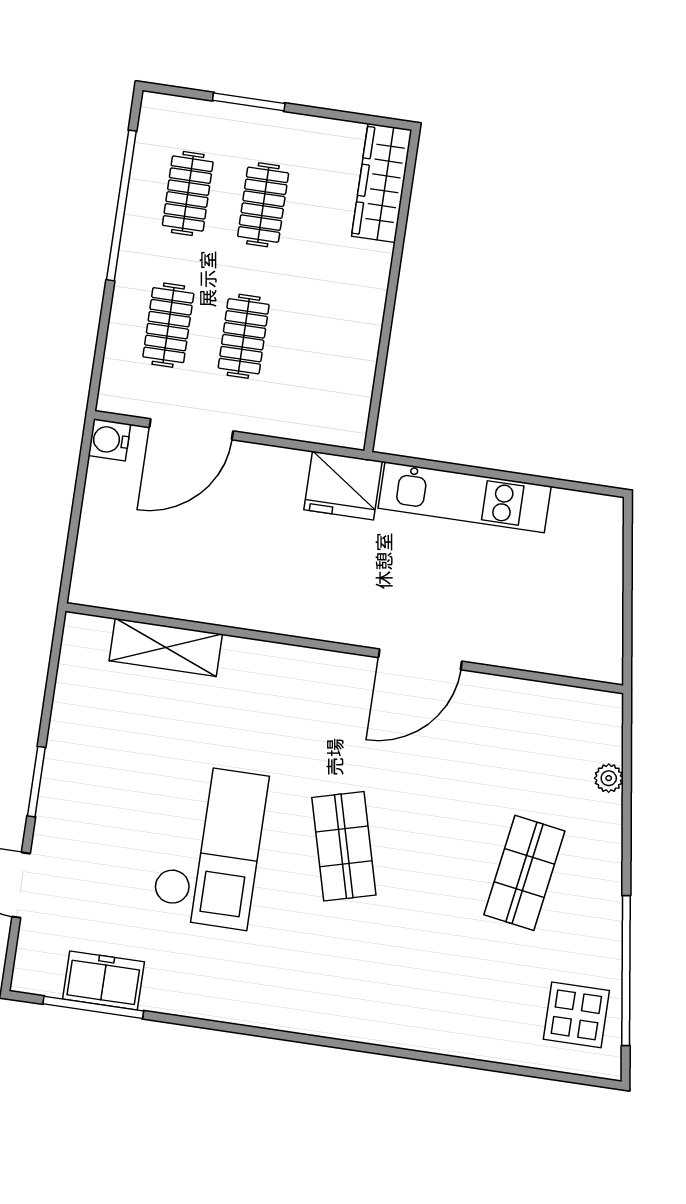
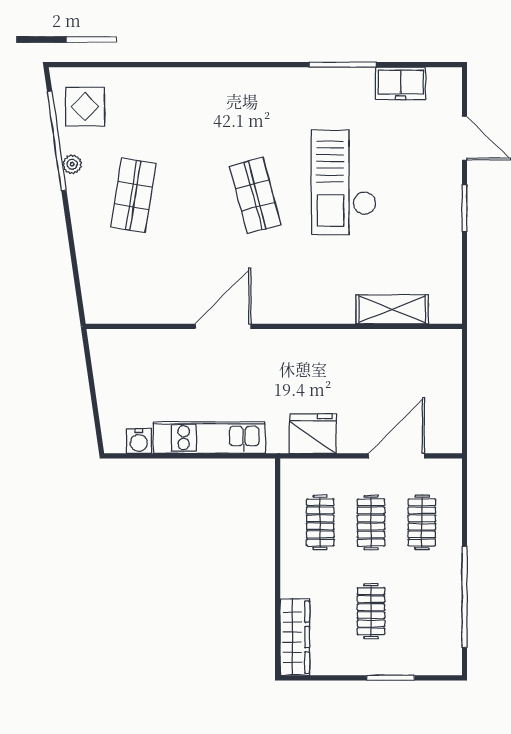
clothes rail: (188, 194) -> (320, 522), moved
water cooler: (109, 440) -> (139, 441), moved, turned 90
fridge: (343, 486) -> (313, 434), moved
plant: (609, 778) -> (72, 164), moved
window: (93, 1007) -> (343, 65), moved

